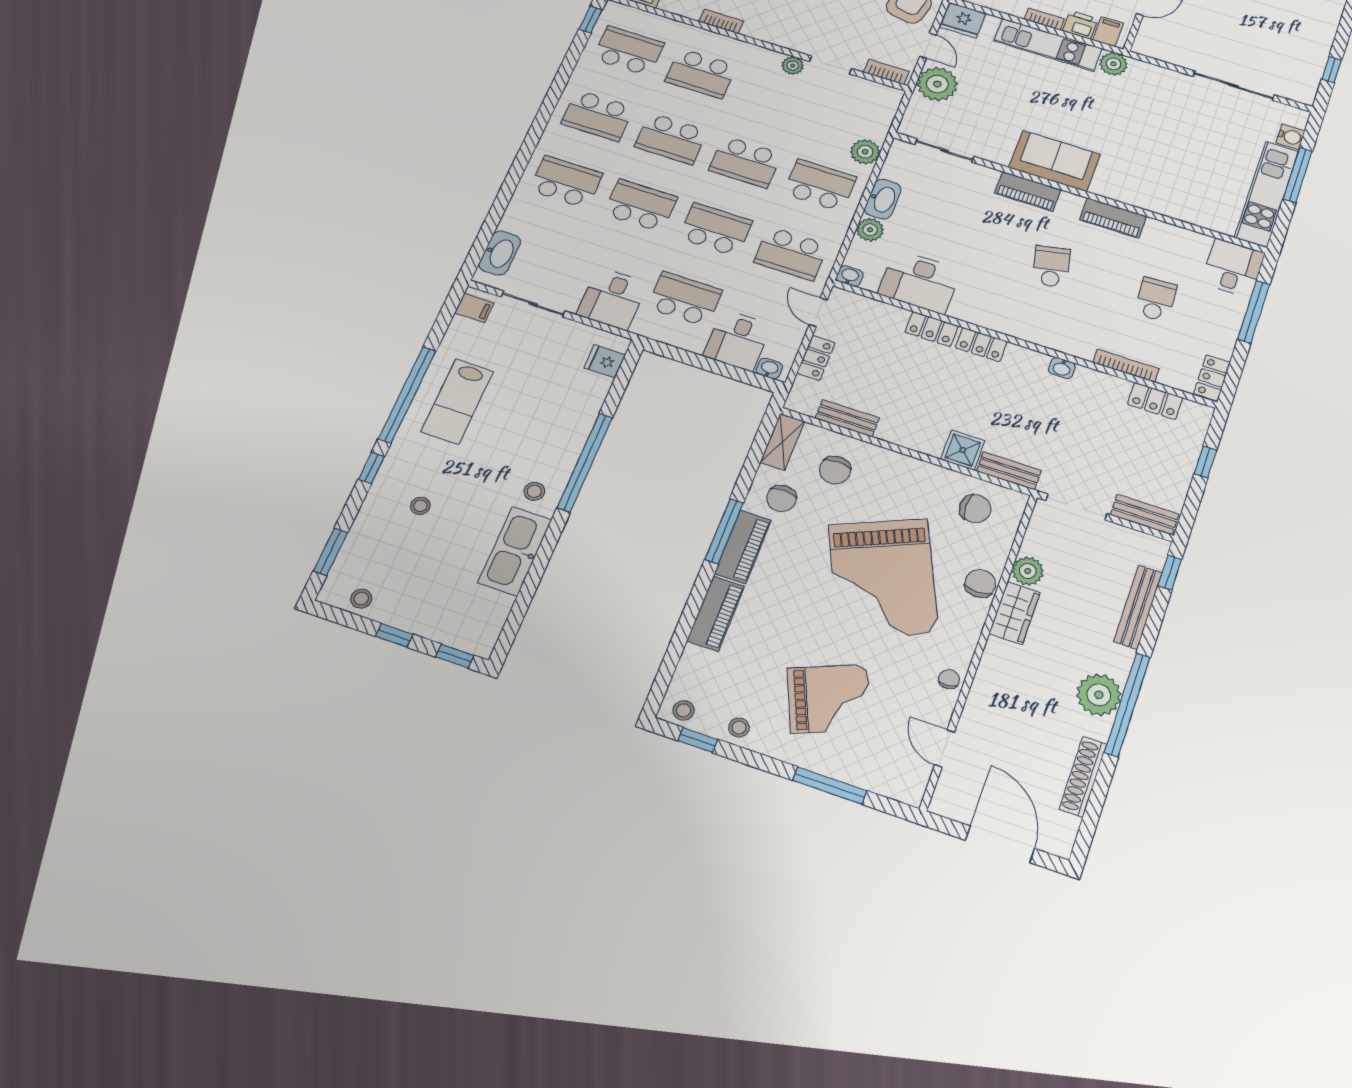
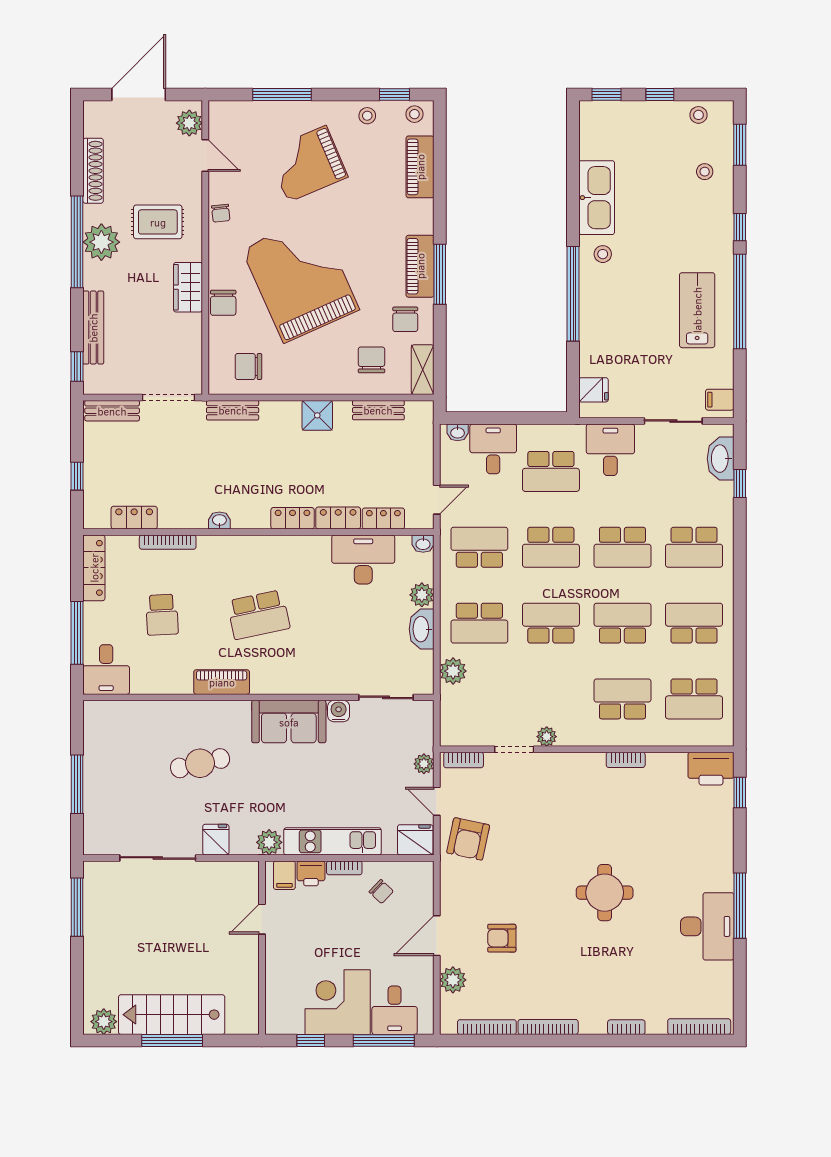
window: (591, 20) -> (740, 483), moved
window: (1332, 70) -> (77, 907), width x2.17
fridge: (1168, 83) -> (216, 840), added
plant: (937, 84) -> (424, 764), width x0.53, depth x0.53
water cooler: (1290, 137) -> (339, 711), moved, turned 90
cafe table: (1161, 153) -> (200, 763), added
piano: (1028, 191) -> (302, 682), removed
kitchen unit: (1267, 194) -> (98, 755), removed
school desk: (1051, 267) -> (258, 615), width x1.85
door: (818, 312) -> (437, 500), hinge flipped
locker: (816, 358) -> (383, 519), moved, turned 90
locker: (1212, 378) -> (94, 568), width x1.53
shower: (963, 450) -> (317, 415), moved
chair: (781, 498) -> (405, 319), turned 180
stool: (420, 506) -> (705, 172), moved
plant: (1028, 571) -> (189, 123), moved
piano: (716, 614) -> (420, 167), moved
rug: (1026, 694) -> (158, 222), added
door: (1000, 844) -> (139, 94), swing flipped

